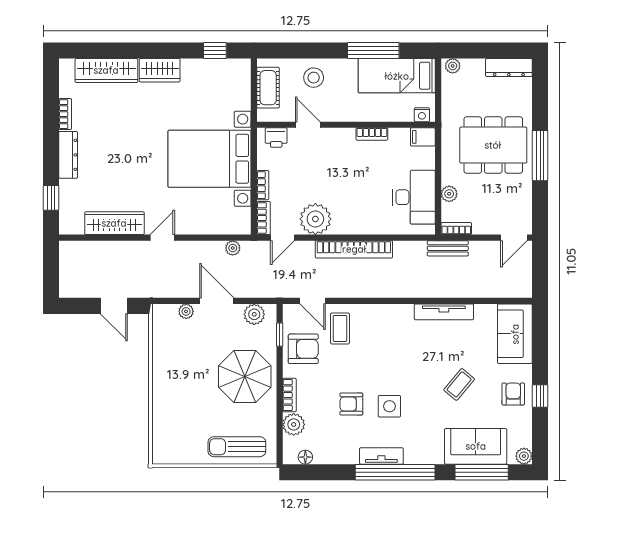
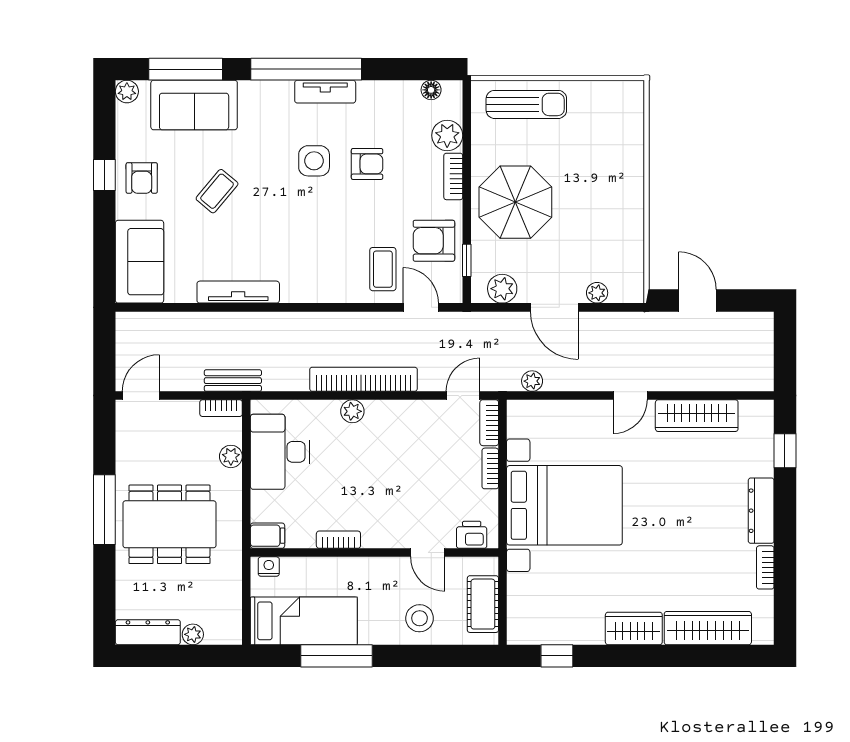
plant: (453, 66) -> (193, 634), moved
plant: (315, 219) -> (352, 411), moved, width x0.53, depth x0.53

